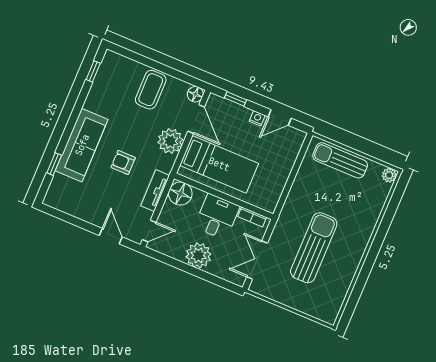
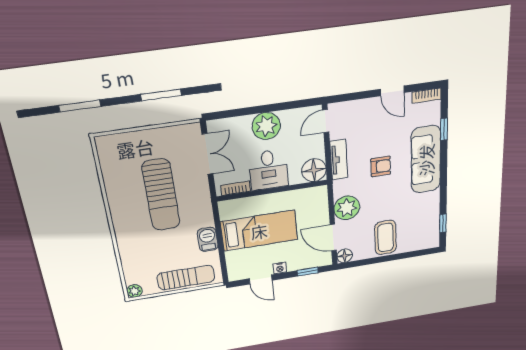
door: (280, 117) -> (261, 279), swing flipped
bed: (219, 164) -> (259, 231), moved, turned 180
barbecue: (301, 185) -> (208, 239), added
bookcase: (56, 204) -> (427, 96), added
door: (111, 236) -> (392, 91), moved

